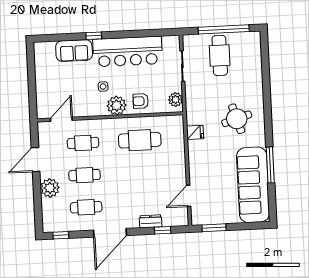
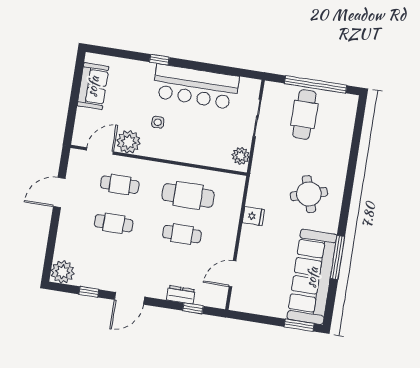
sofa: (74, 51) -> (93, 86), moved, turned -90
armchair: (141, 101) -> (199, 149), removed
plant: (117, 106) -> (129, 142), moved
fridge: (195, 132) -> (253, 216), moved
plant: (50, 188) -> (63, 272), moved
cafe table: (86, 207) -> (182, 234), moved
window: (214, 228) -> (299, 325), moved
door: (110, 233) -> (130, 298), width x0.73
window: (61, 235) -> (89, 292), moved

